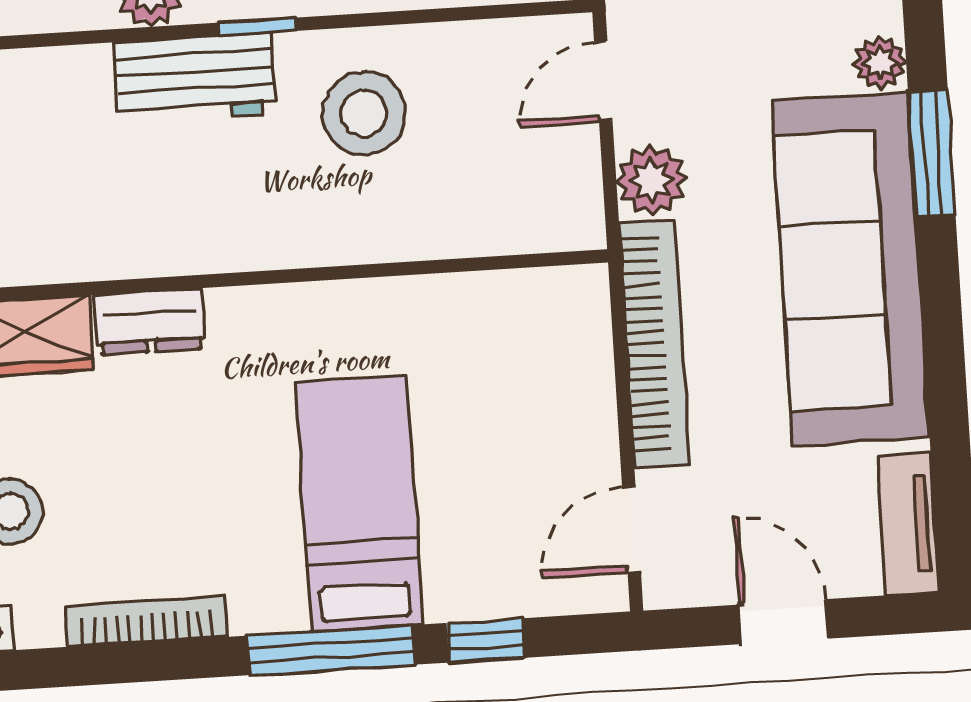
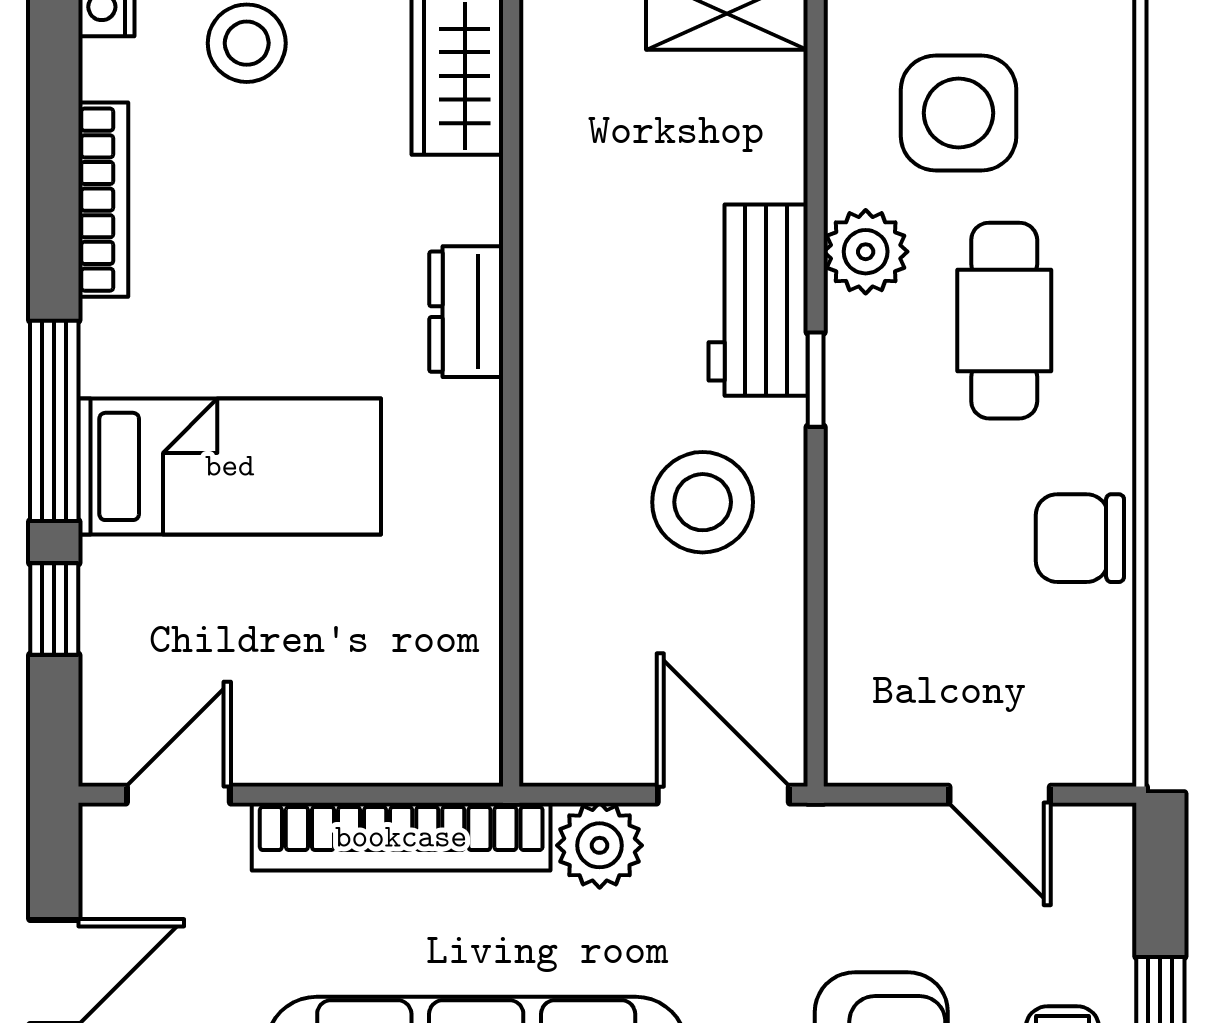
door: (603, 81) -> (723, 795), width x1.37
dresser: (150, 322) -> (466, 312), moved
door: (631, 529) -> (178, 795), hinge flipped

